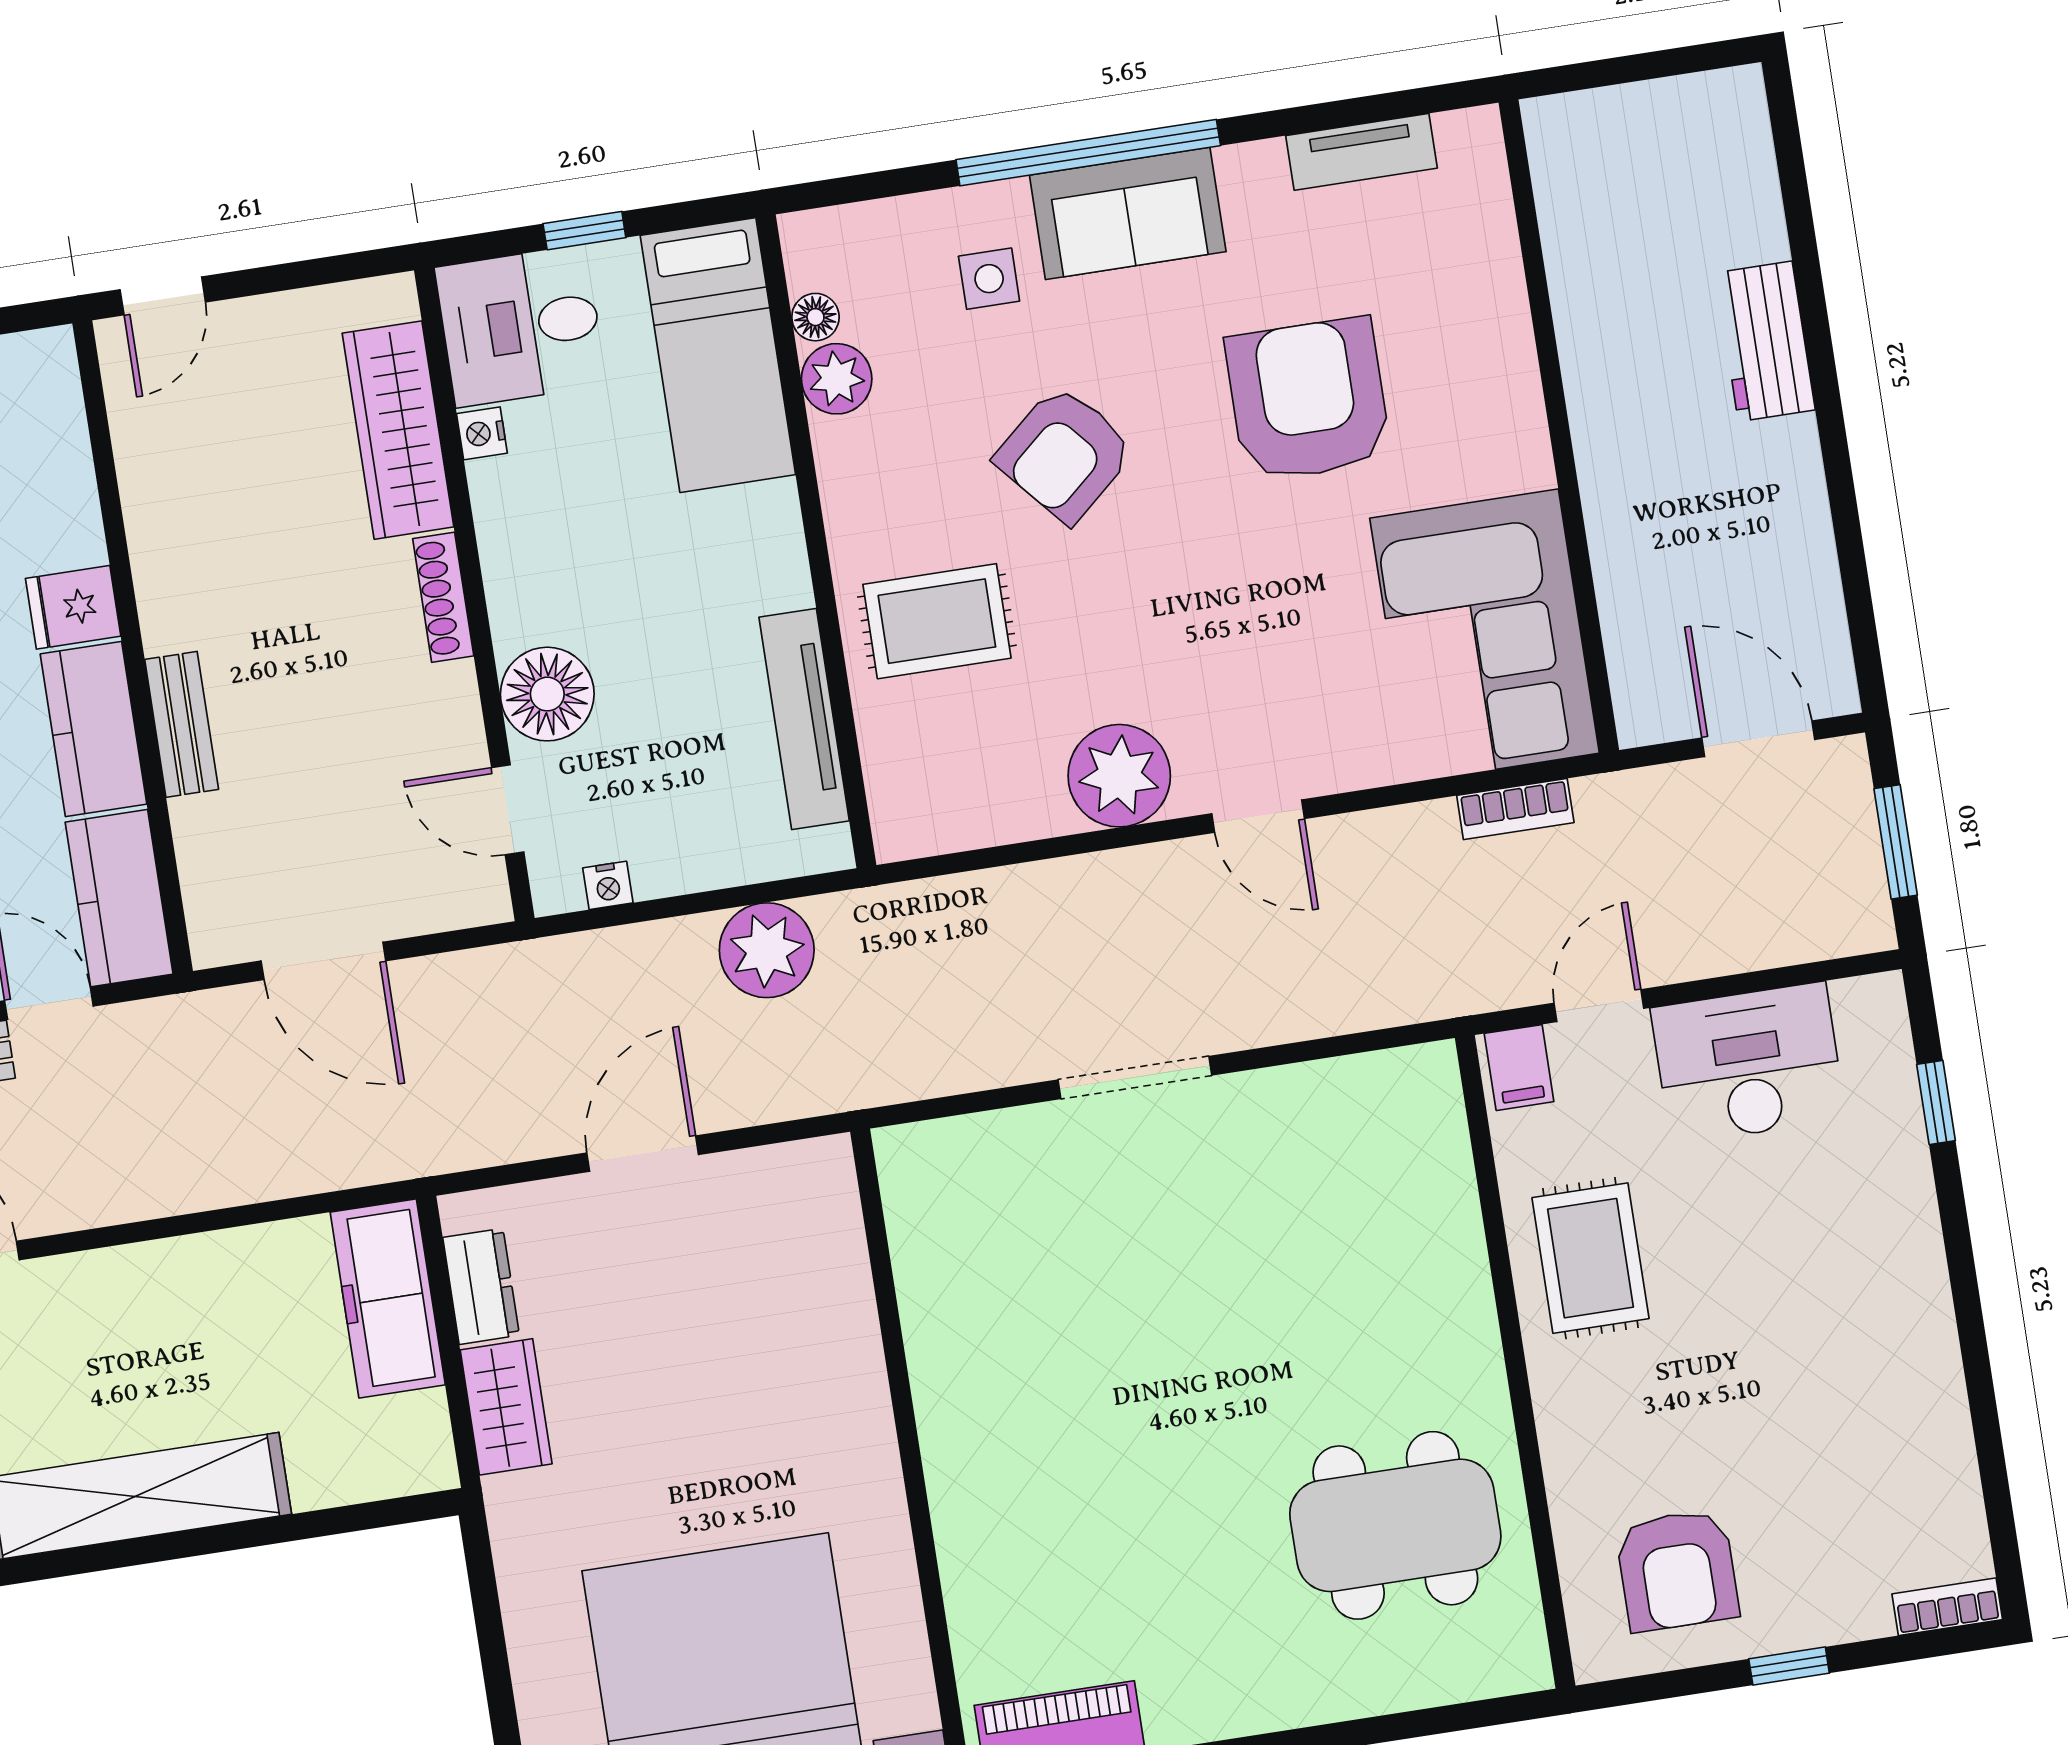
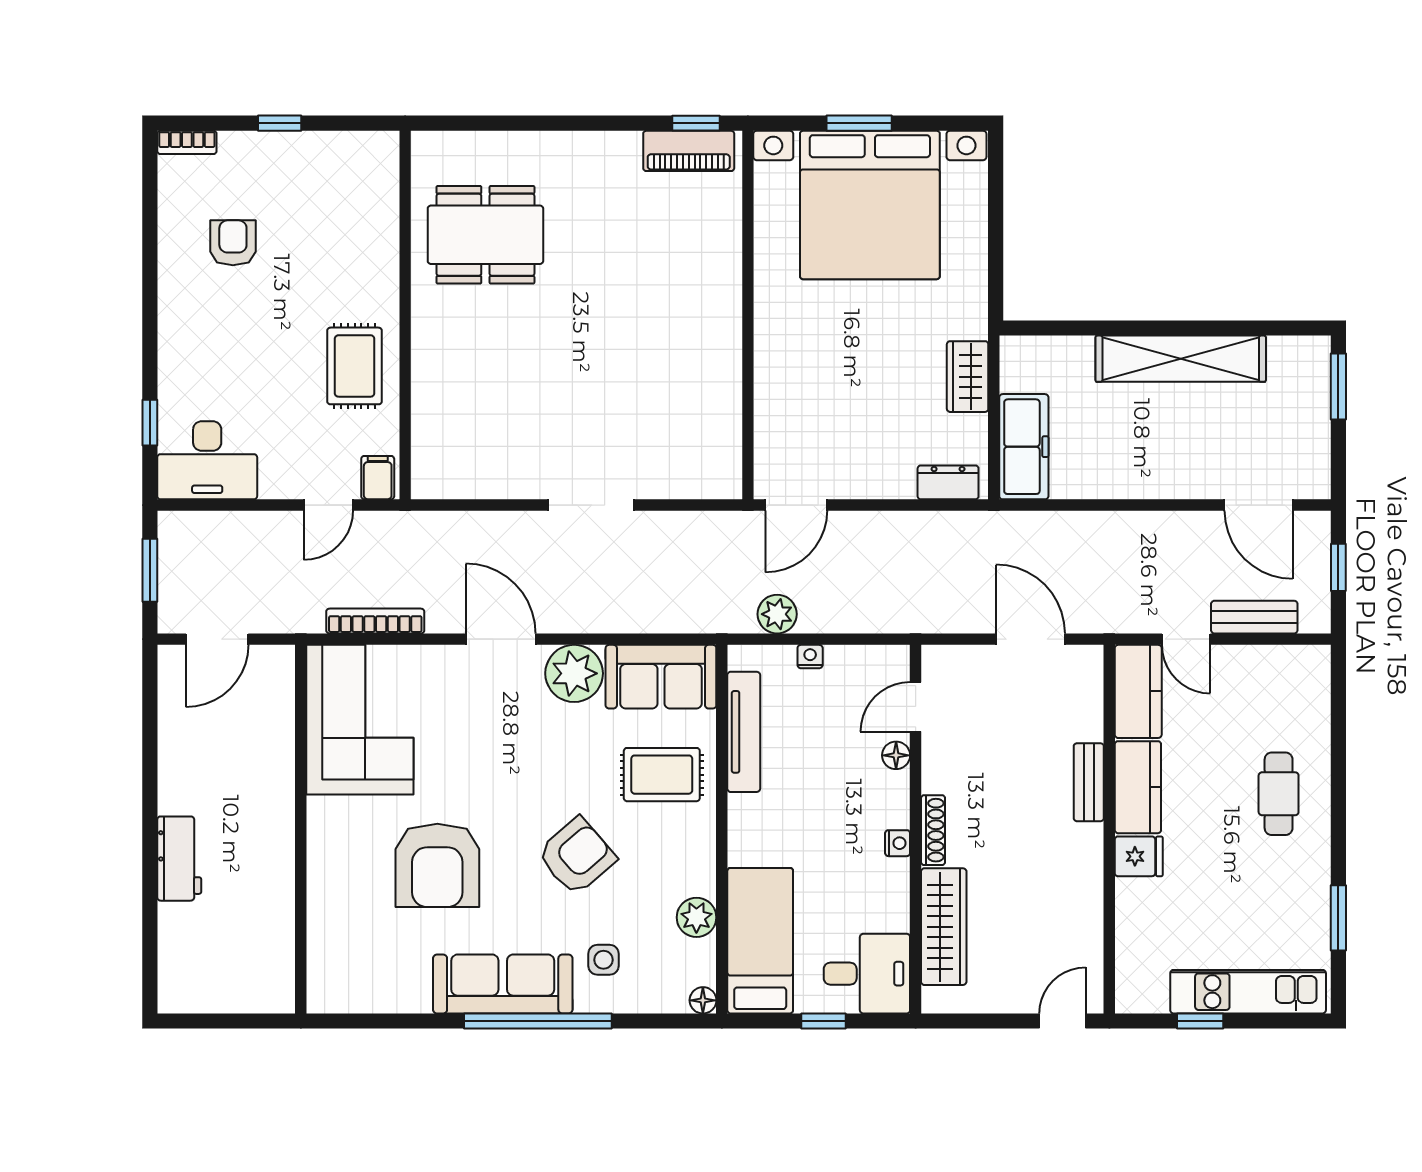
tv unit: (1361, 152) -> (387, 998), removed
sofa: (1128, 213) -> (503, 984), width x1.36
floor lamp: (815, 317) -> (703, 1000), moved
nightstand: (482, 433) -> (898, 843), moved
floor lamp: (547, 694) -> (896, 755), width x0.53, depth x0.53
door: (1758, 739) -> (217, 639), hinge flipped
sofa: (965, 794) -> (661, 677), added
bookcase: (1515, 809) -> (375, 621), width x1.56
door: (508, 810) -> (916, 707), swing flipped
door: (1258, 816) -> (501, 639), width x1.38
nightstand: (608, 885) -> (810, 657), moved
plant: (767, 950) -> (777, 614), width x0.73, depth x0.73
desk: (1748, 1063) -> (207, 460), moved
door: (643, 1154) -> (796, 505), moved
dresser: (481, 1286) -> (948, 482), moved, turned 90
armchair: (1677, 1570) -> (233, 243), moved, width x0.72, depth x0.72

